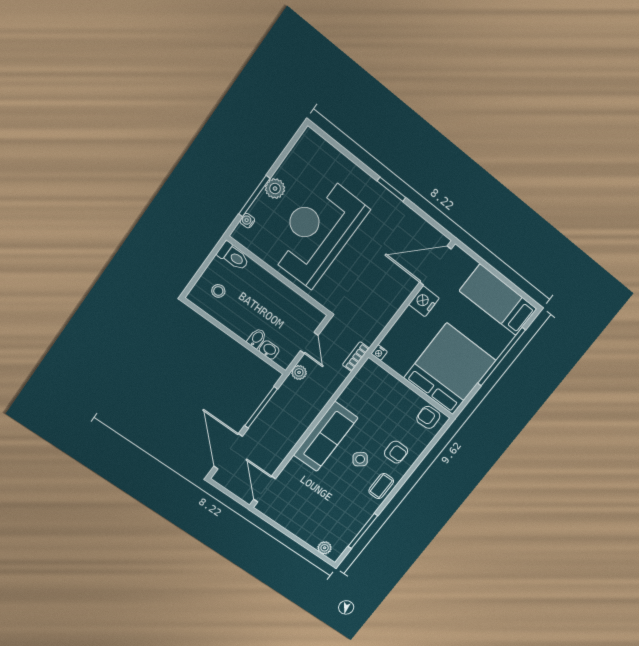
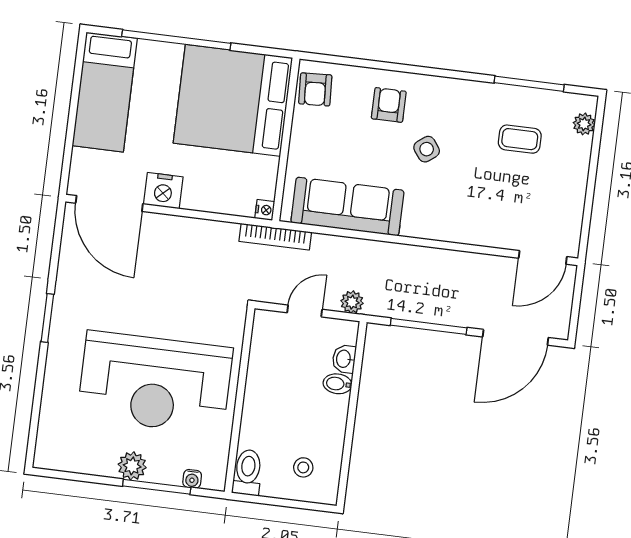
bookcase: (356, 357) -> (275, 237), width x1.56
sofa: (326, 437) -> (347, 207), moved
coffee table: (381, 486) -> (520, 139), moved

